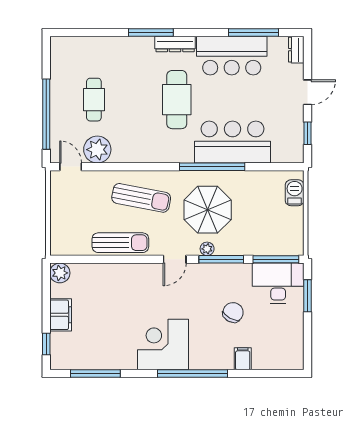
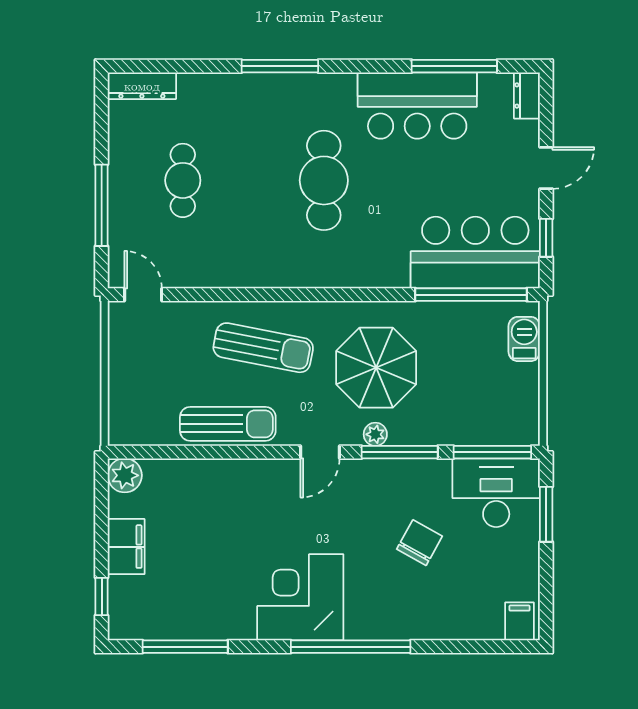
dresser: (175, 44) -> (142, 86), moved
window: (46, 114) -> (102, 205), width x0.68
bar counter: (233, 142) -> (475, 253), moved
plant: (97, 150) -> (189, 265), removed
window: (212, 167) -> (471, 295), moved
filing cabinet: (243, 359) -> (520, 621), moved

